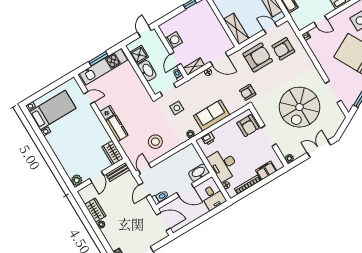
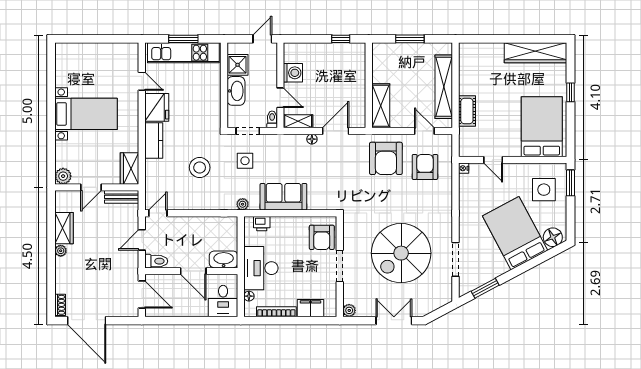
armchair: (283, 49) -> (425, 167), turned 90
armchair: (258, 57) -> (386, 158), turned 90
door: (175, 59) -> (280, 98), swing flipped
door: (219, 59) -> (336, 131), swing flipped
armchair: (248, 92) -> (347, 195), removed
bed with nightstands: (53, 110) -> (86, 114), moved
fridge: (107, 113) -> (157, 107), width x1.88, depth x1.34
stool: (155, 142) -> (200, 168), moved

